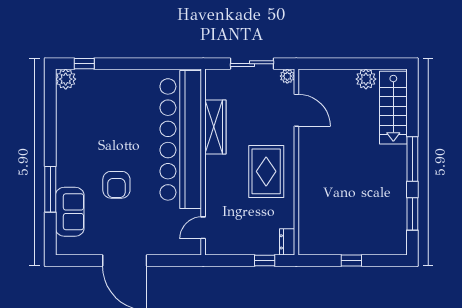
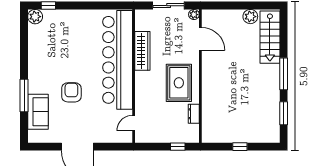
armchair: (116, 185) -> (71, 92), turned 180
dresser: (287, 242) -> (194, 114), moved

